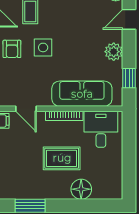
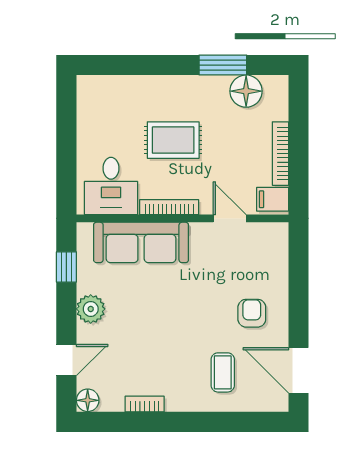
side table: (43, 47) -> (202, 316), removed
floor lamp: (81, 189) -> (246, 91), moved

